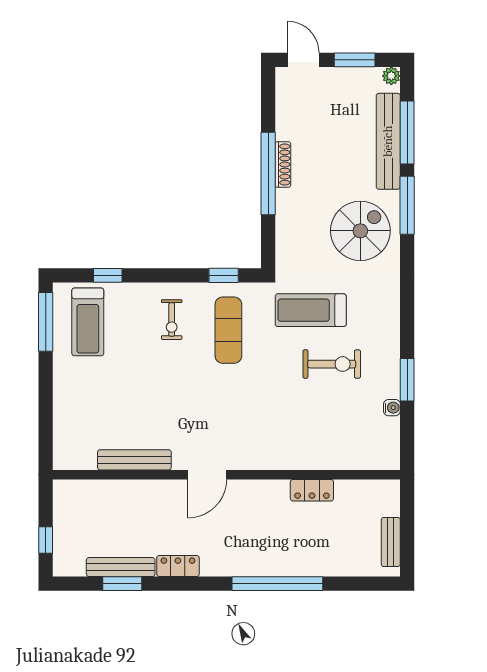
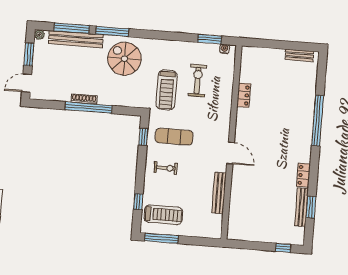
bench: (134, 460) -> (219, 193), moved
door: (207, 475) -> (231, 153), moved
wall: (226, 475) -> (231, 142), moved
locker: (312, 490) -> (244, 95), moved

